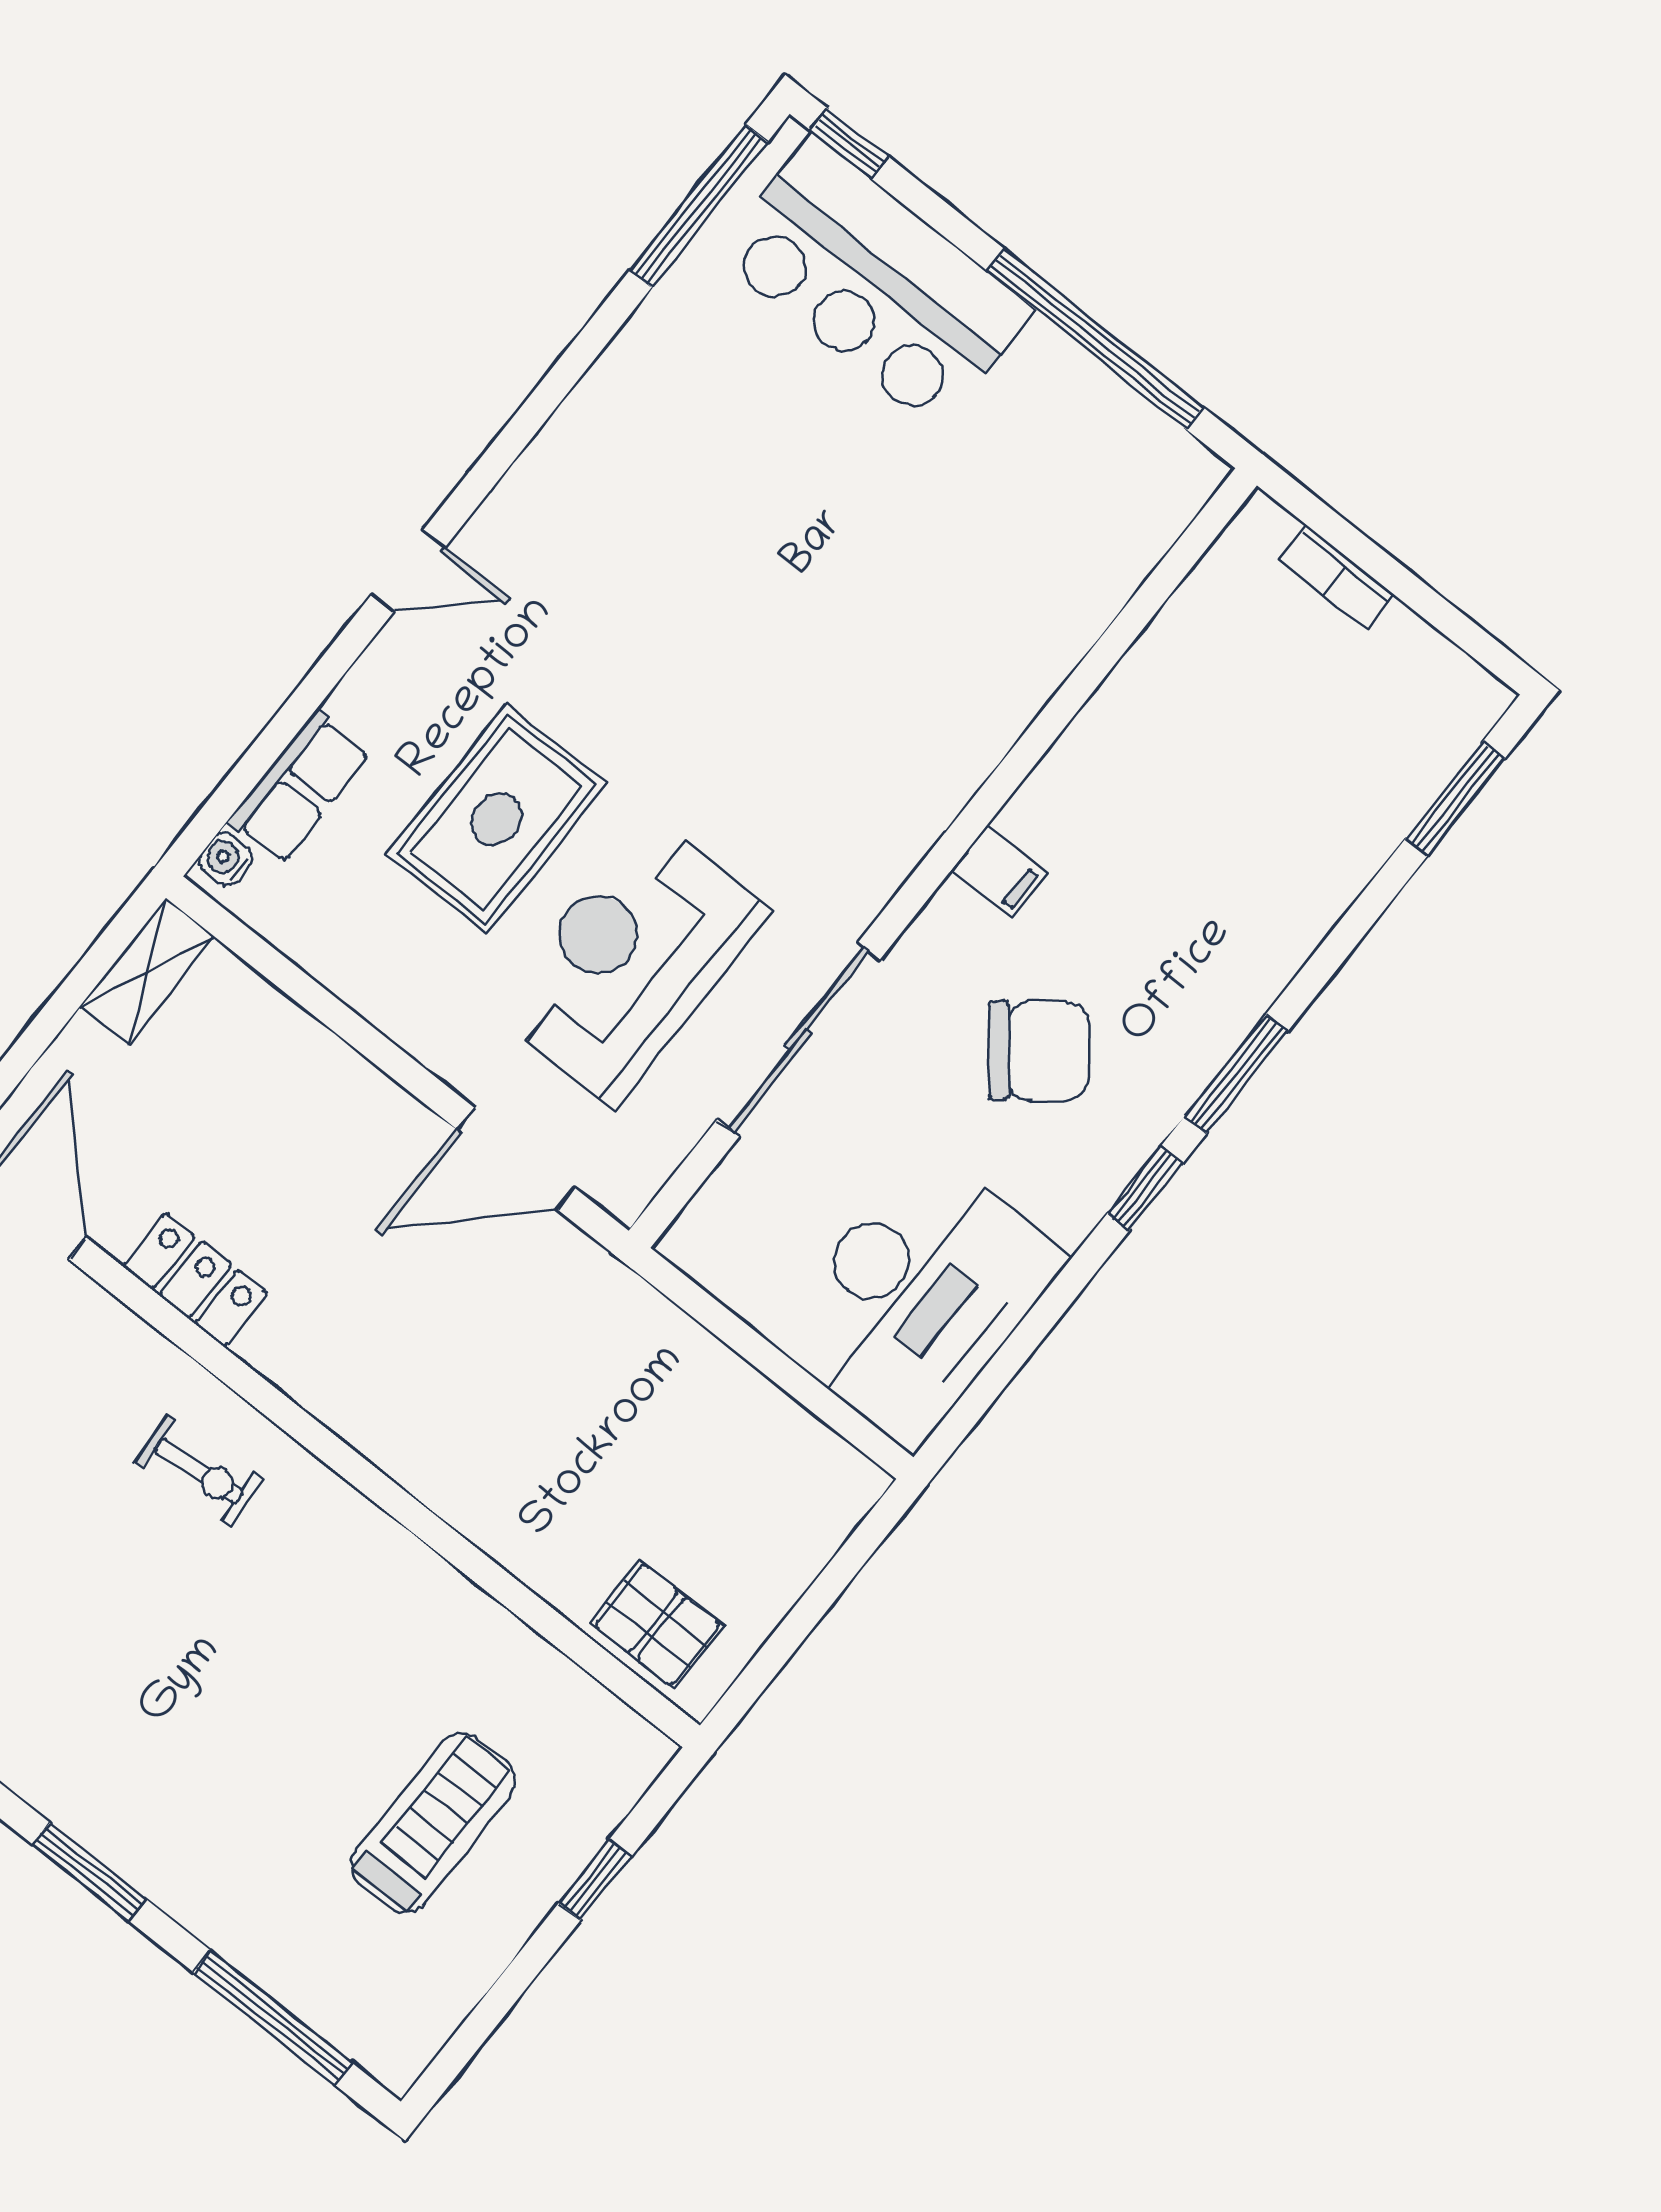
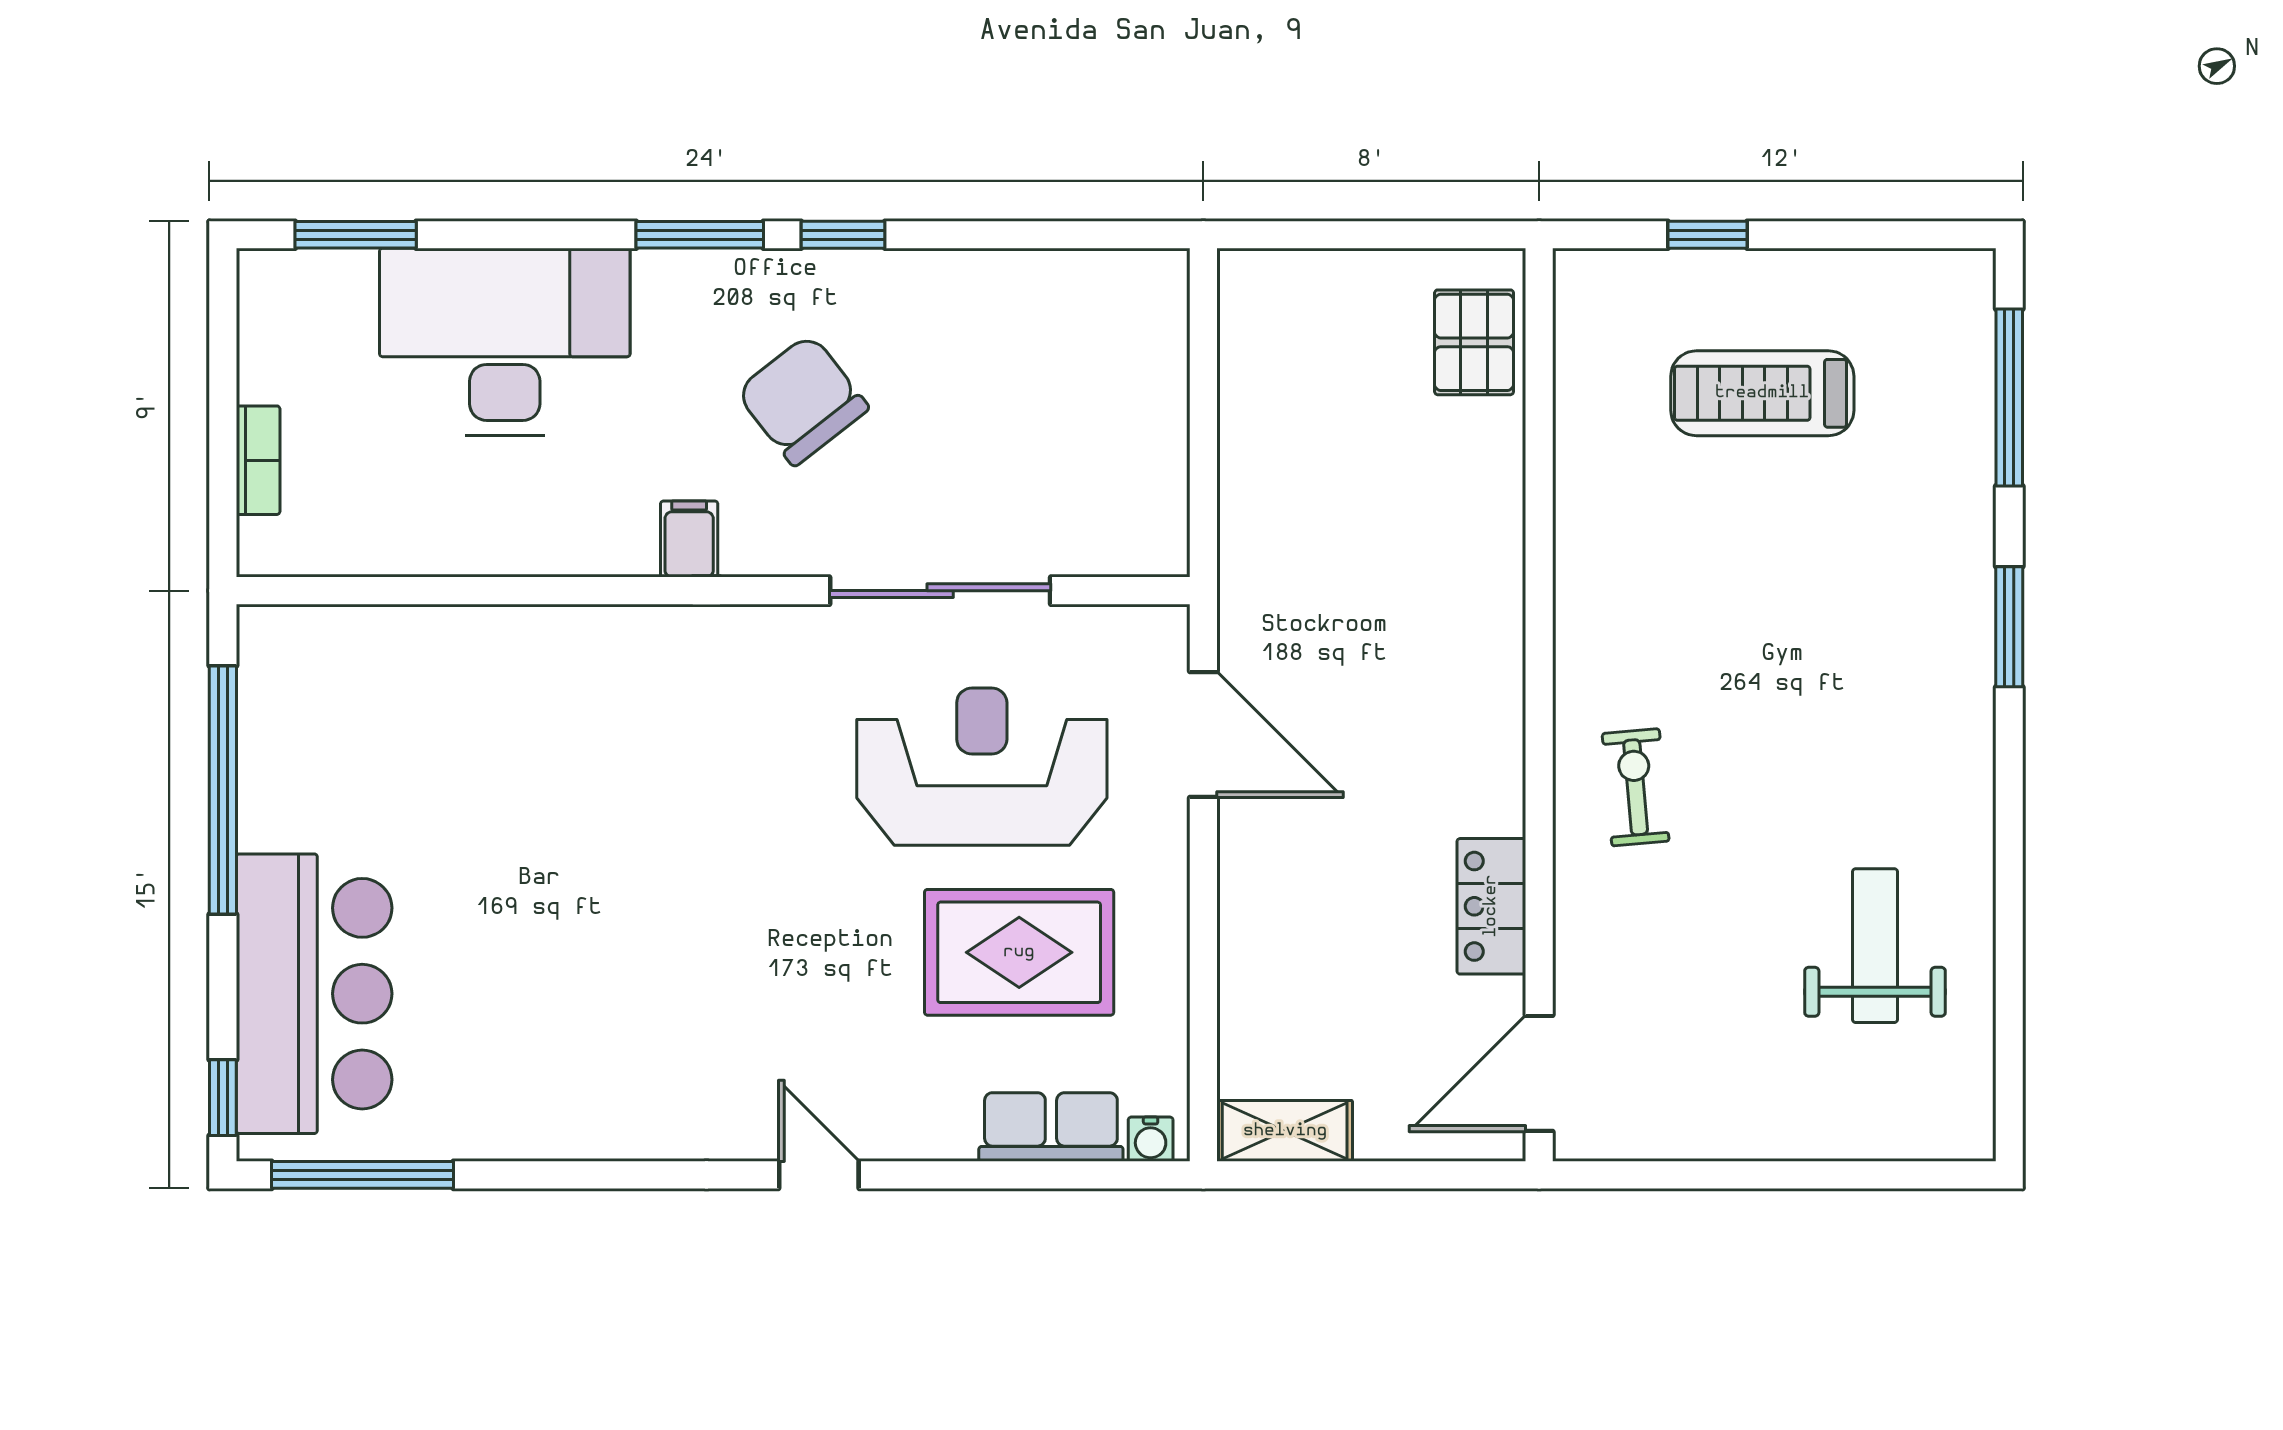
rug: (496, 819) -> (1019, 952), moved
reception desk: (631, 961) -> (982, 767), turned 180
desk: (918, 1298) -> (505, 342), moved

